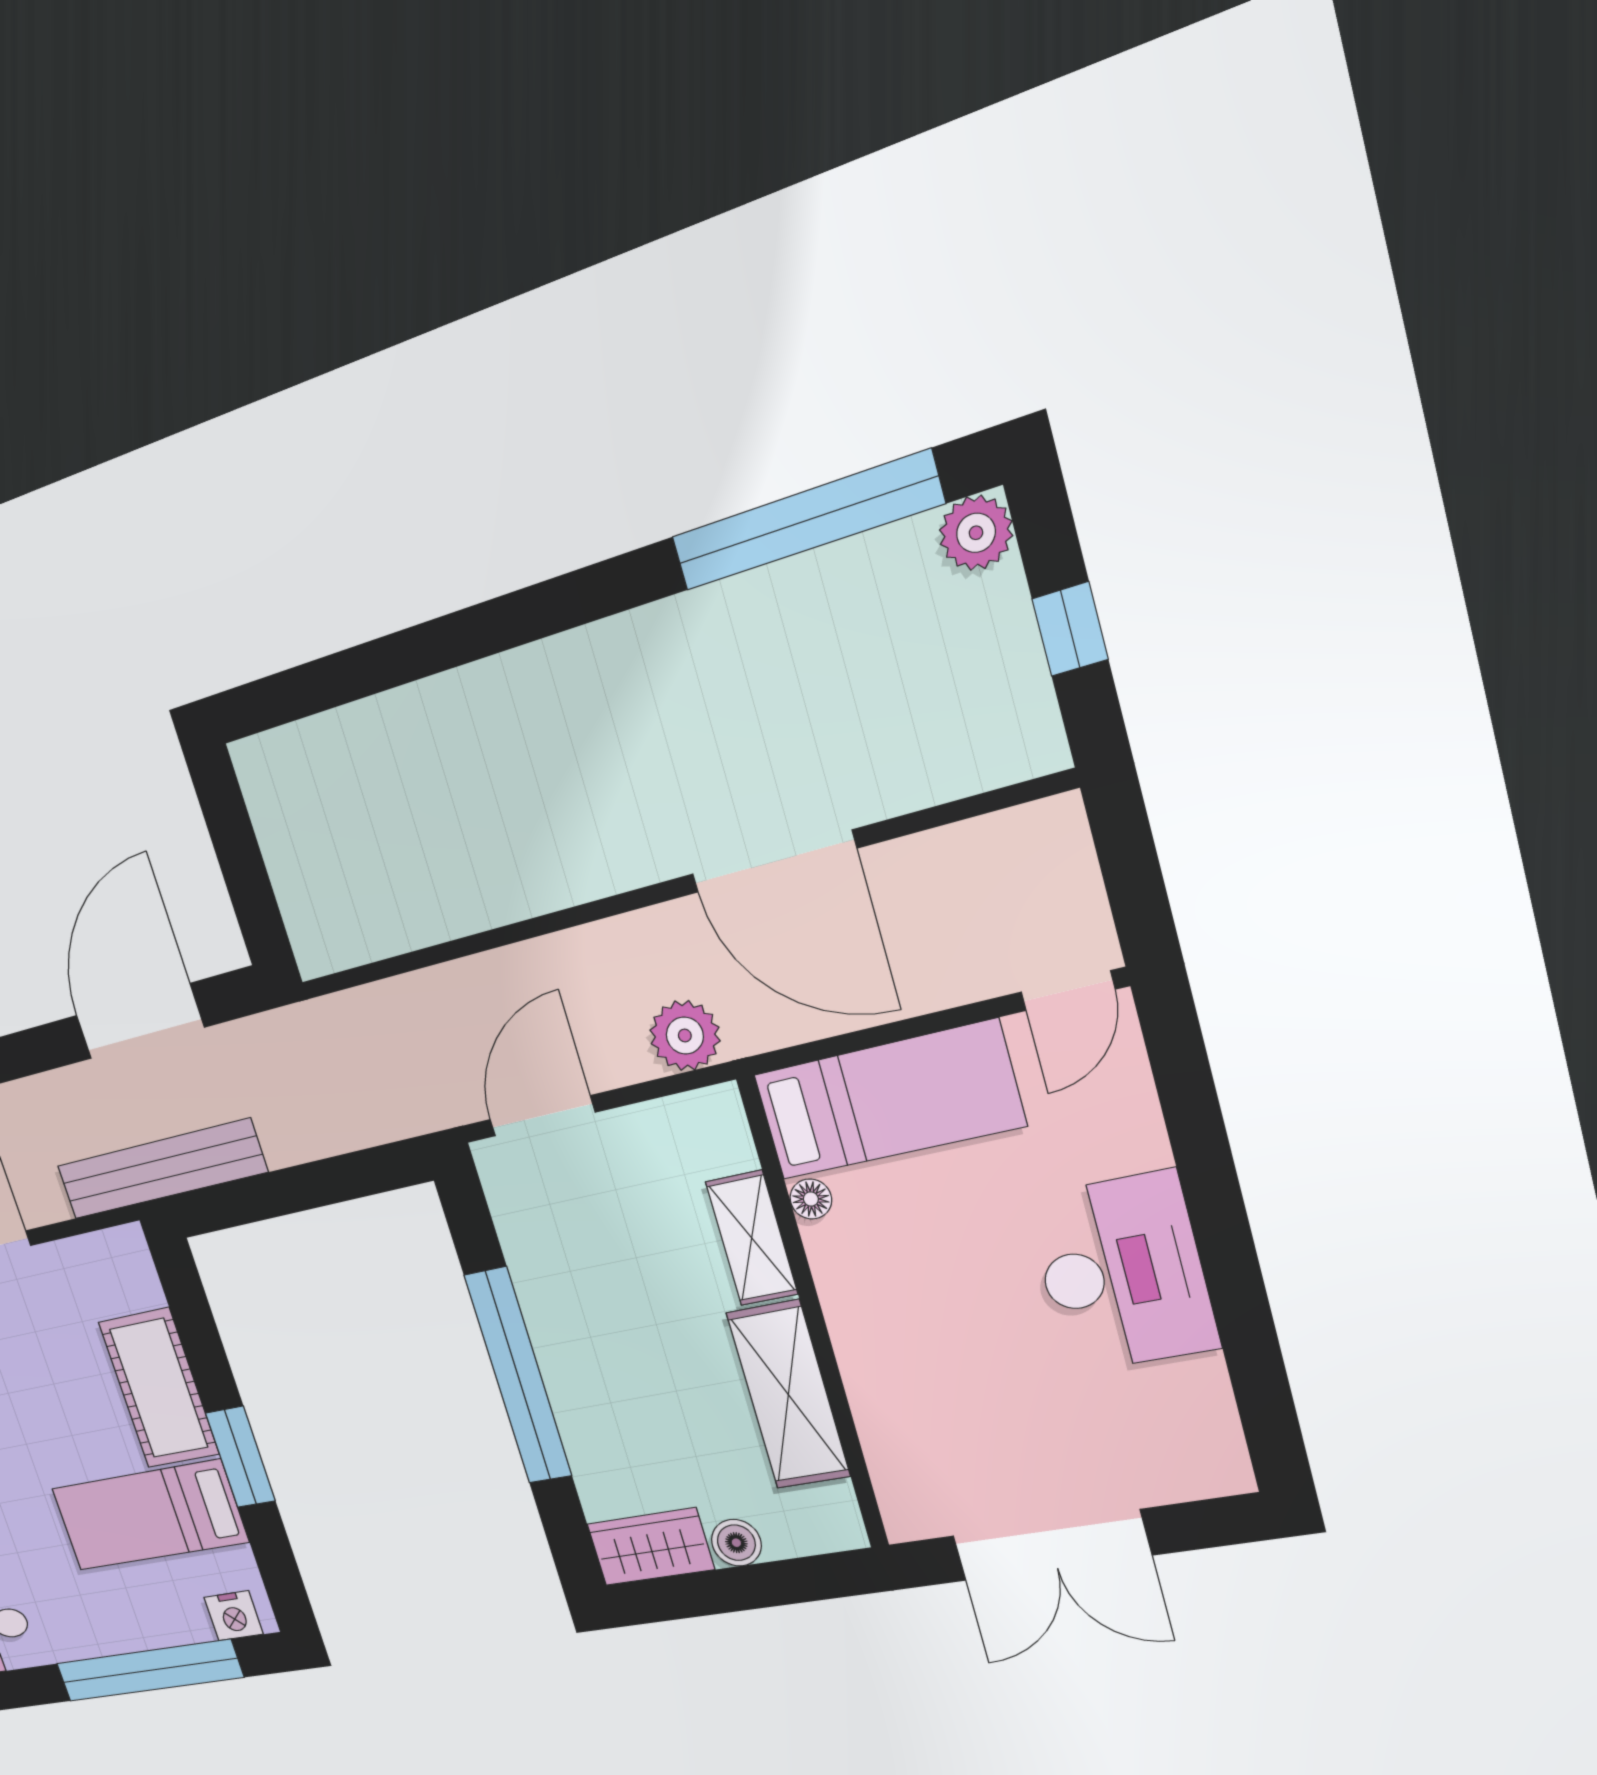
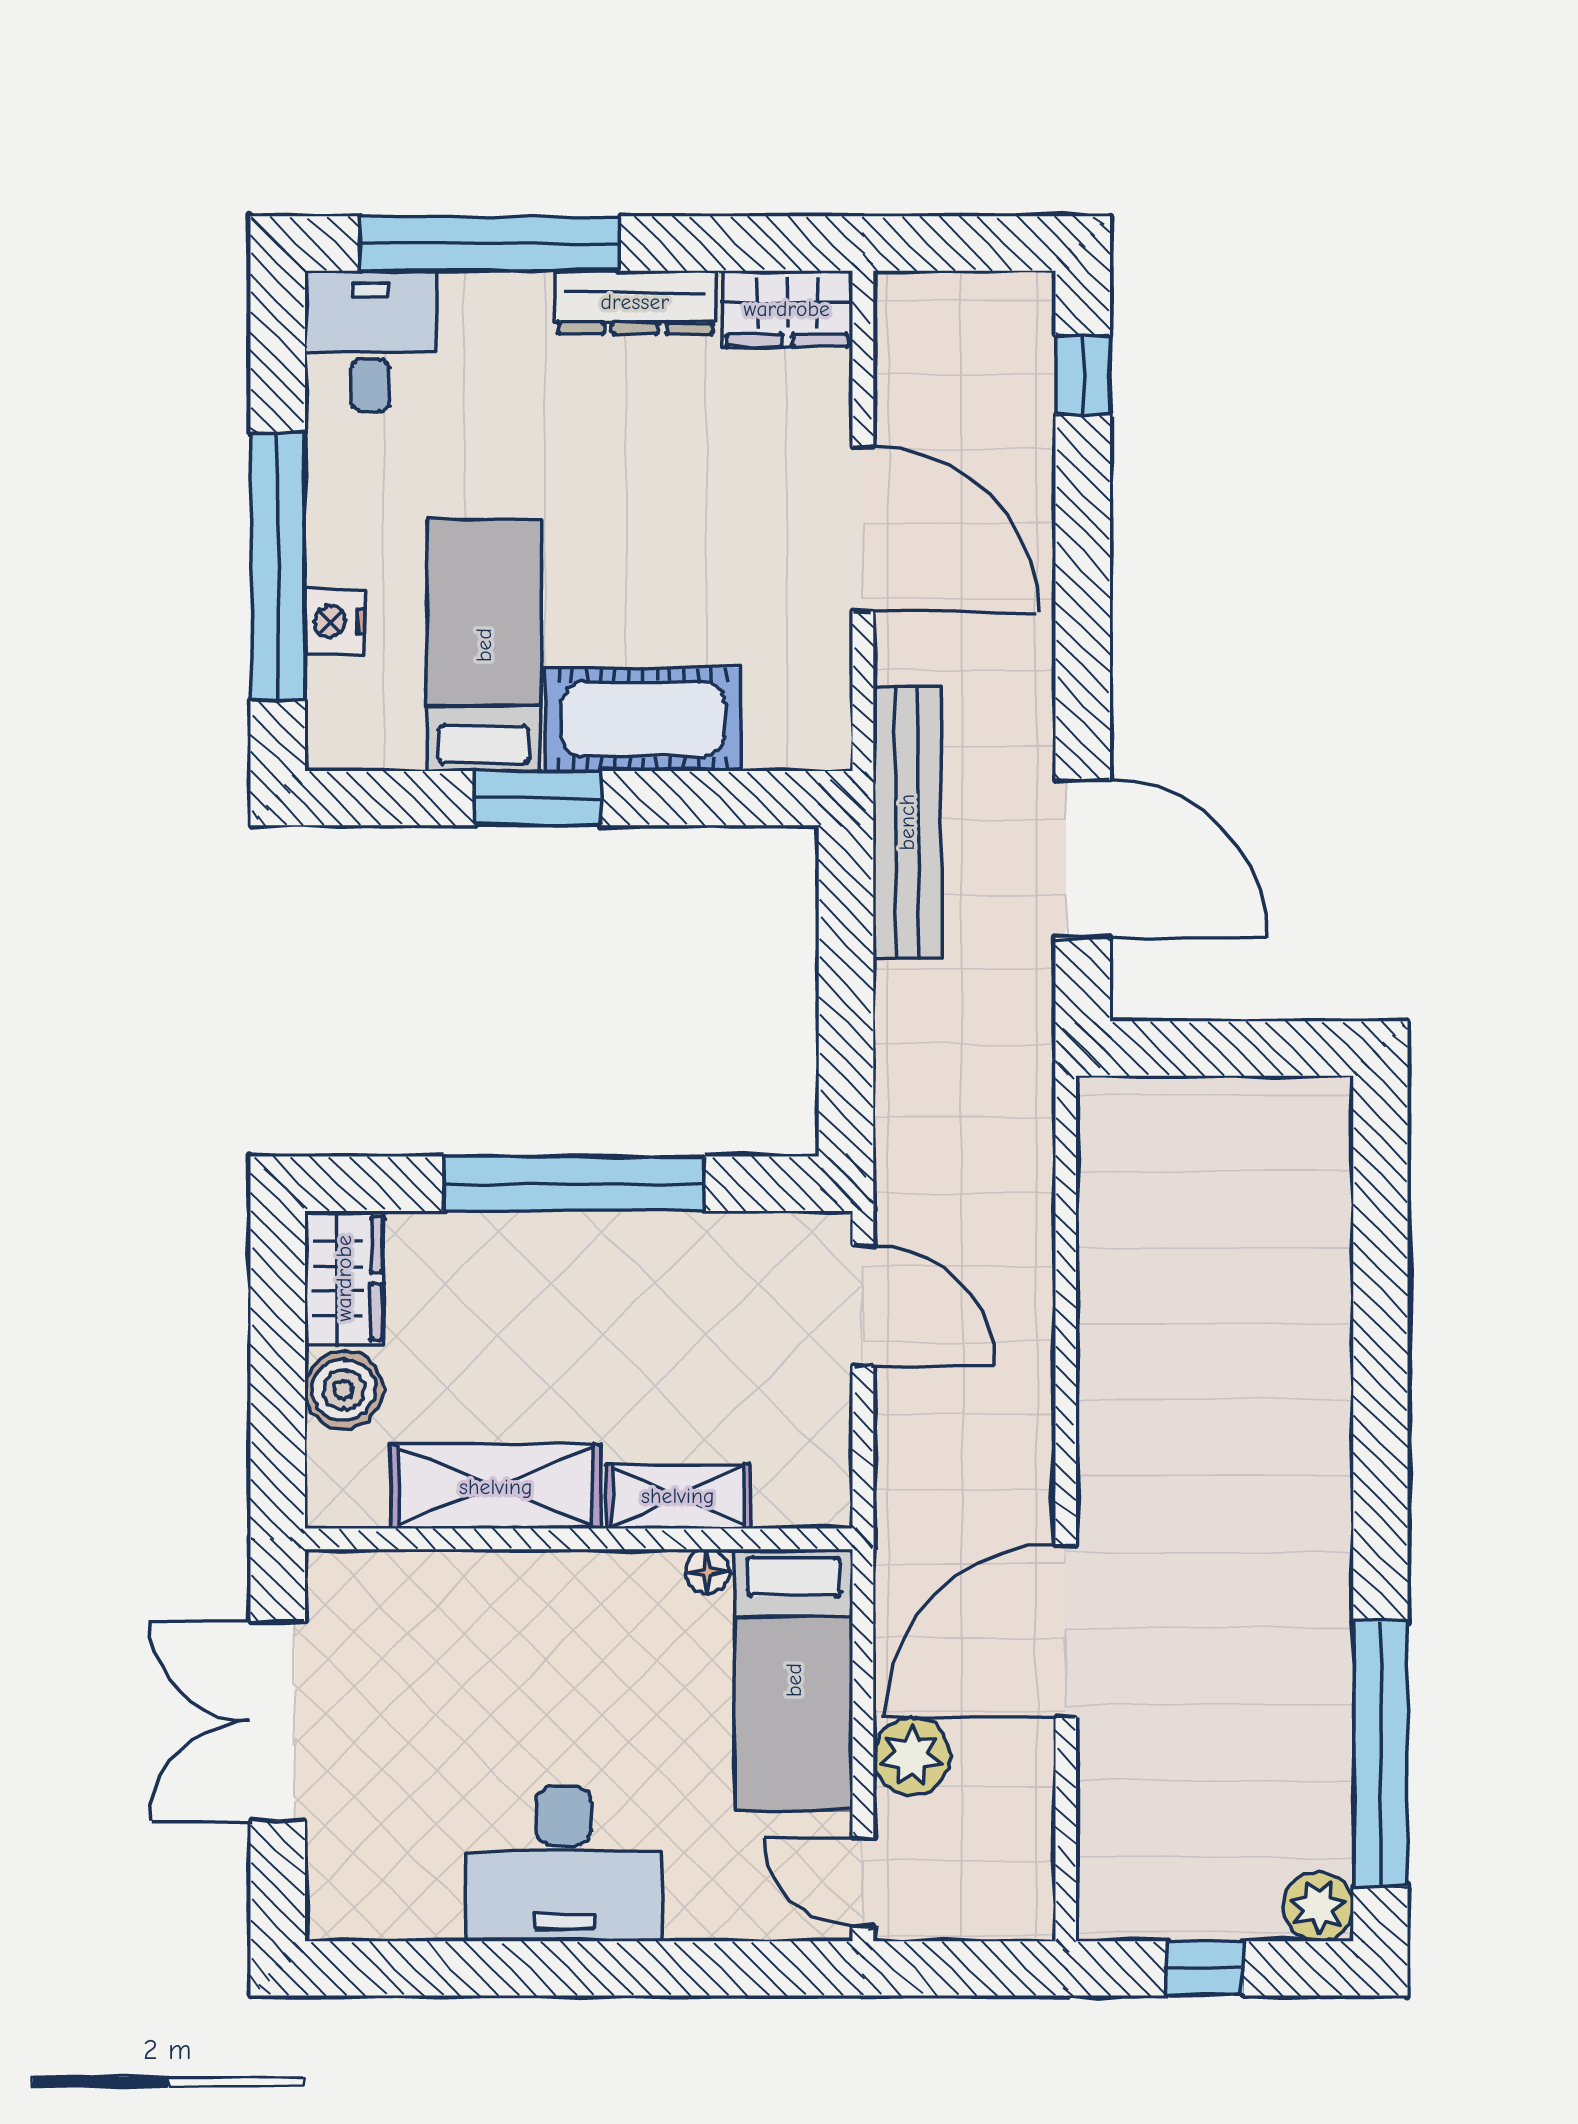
plant: (685, 1036) -> (912, 1756), moved
boiler: (736, 1543) -> (344, 1390), width x1.36, depth x1.36
nightstand: (234, 1616) -> (335, 622), moved

